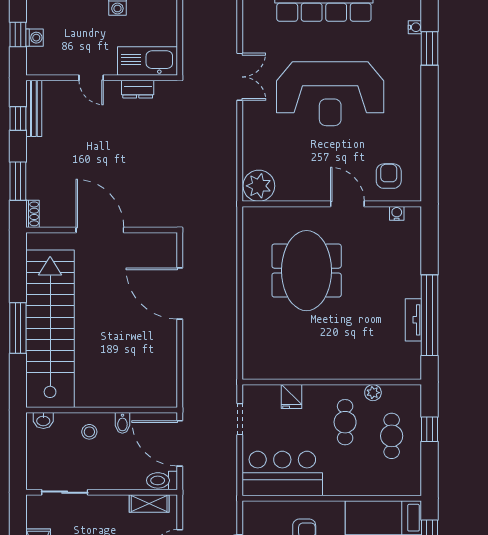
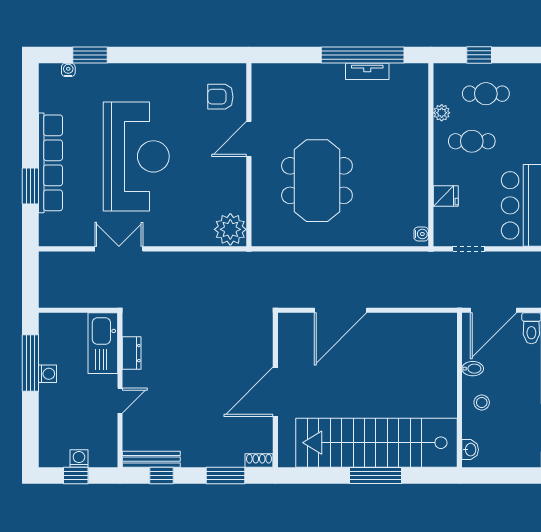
water cooler: (397, 213) -> (421, 234), moved, turned 180
meeting table: (307, 271) -> (317, 181), turned 90

